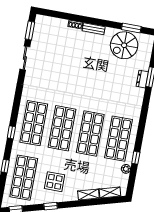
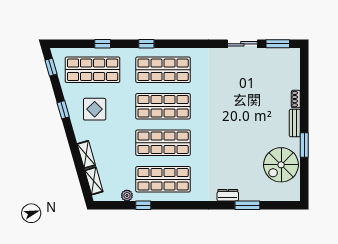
window: (131, 28) -> (304, 145), moved
spiral stairs: (124, 45) -> (281, 165), turned -90
dresser: (142, 79) -> (228, 195), moved

